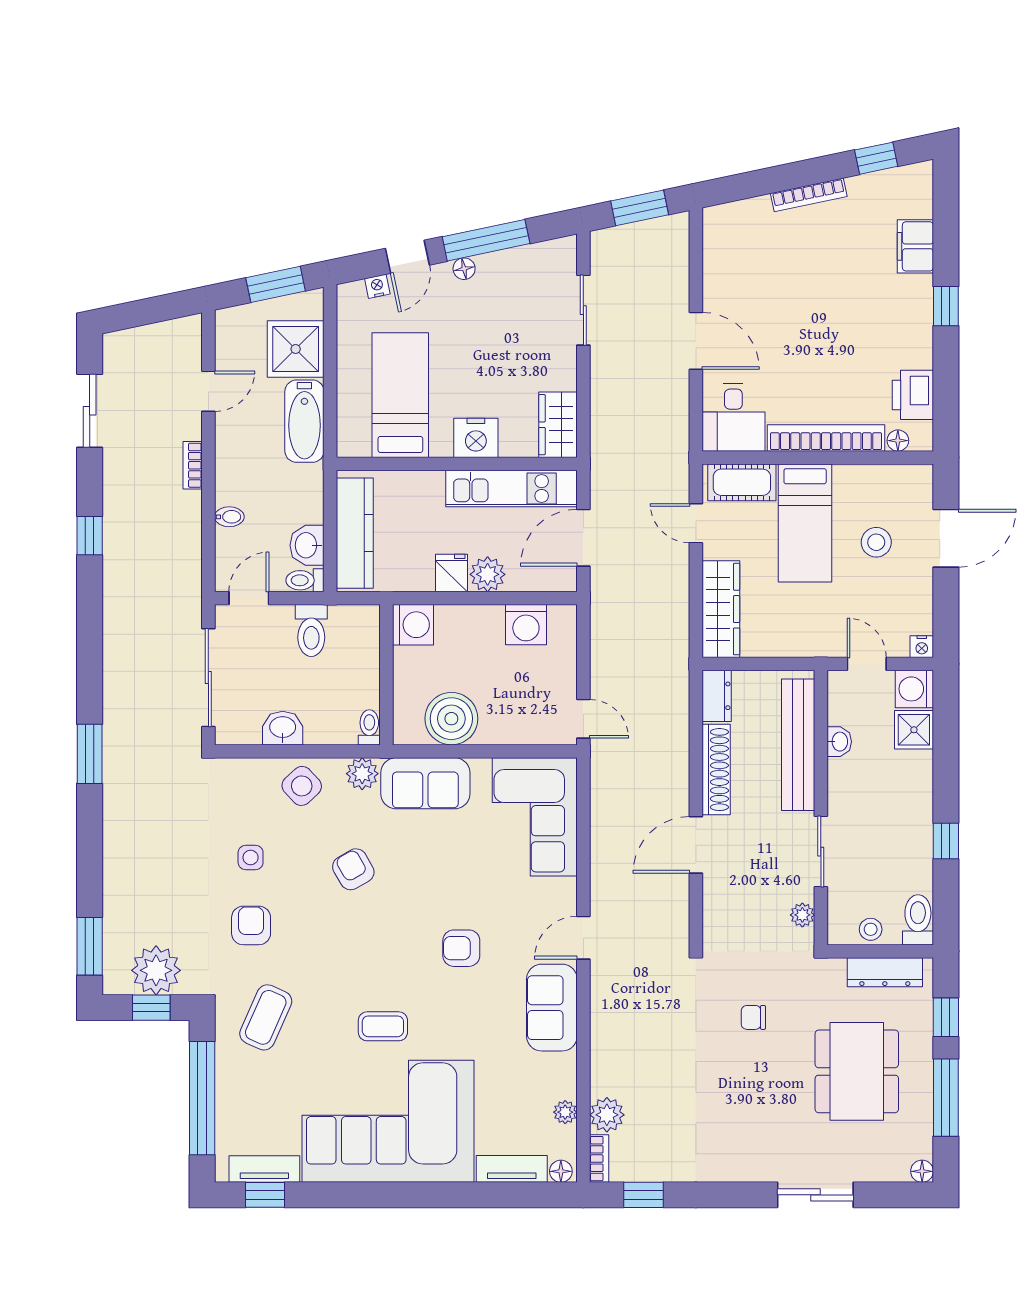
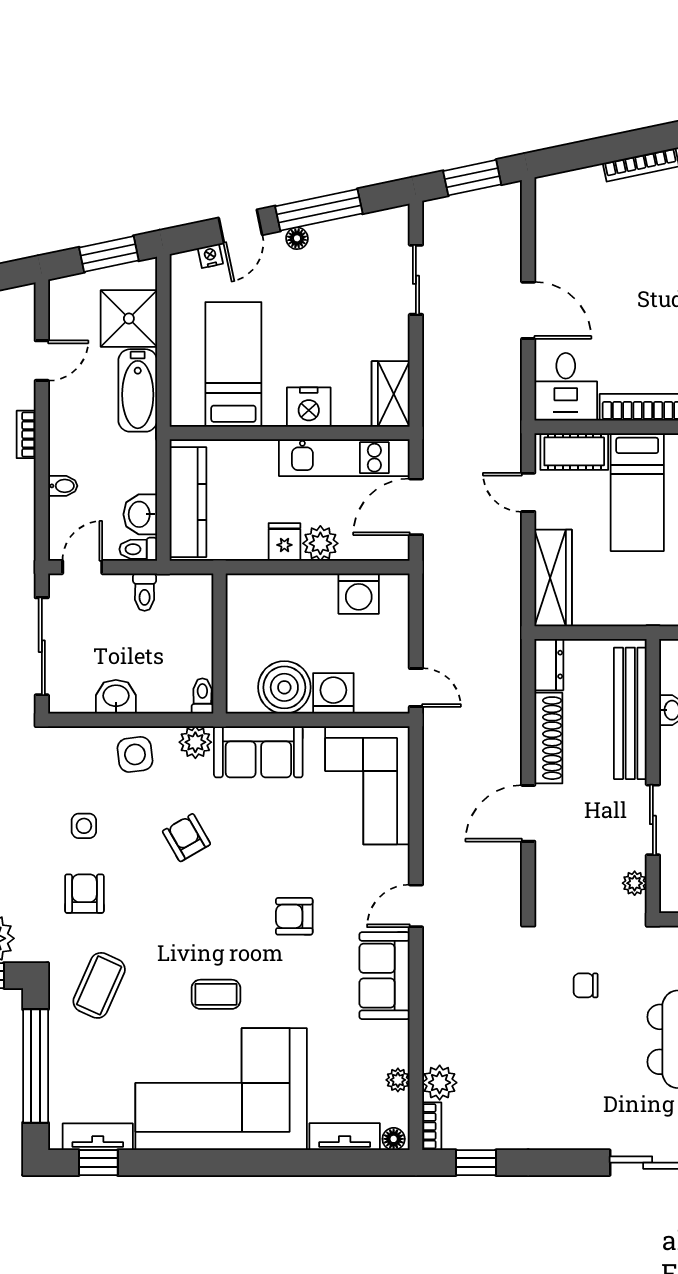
washing machine: (413, 625) -> (333, 693), moved, turned -90
toilet: (311, 630) -> (145, 592), width x0.73, depth x0.72
side table: (302, 786) -> (135, 754), turned 36

